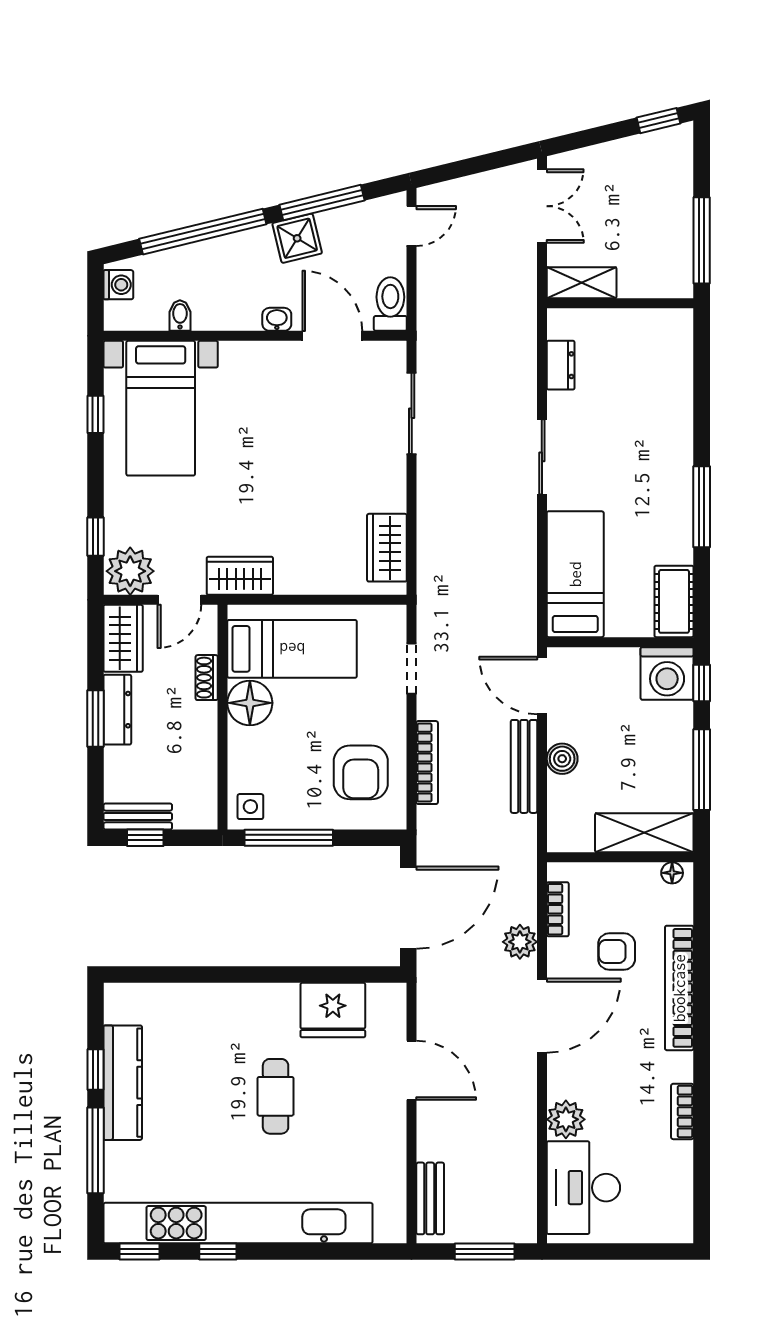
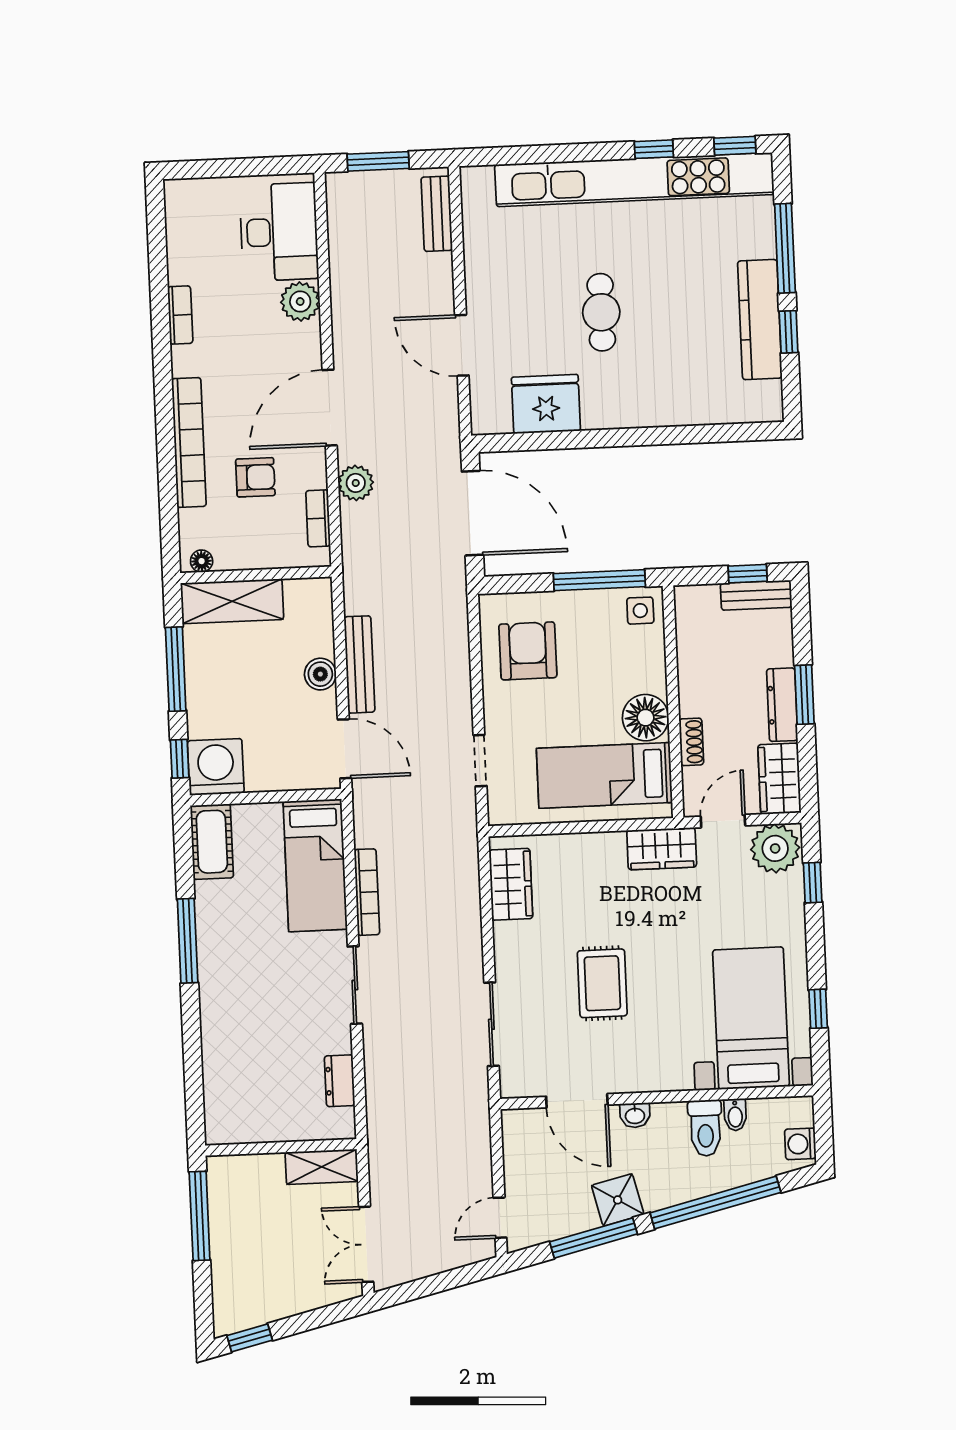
toilet: (390, 304) -> (705, 1128), moved
rug: (303, 448) -> (602, 983), added
bookcase: (427, 763) -> (367, 892), moved, turned 180
door: (408, 908) -> (473, 513), swing flipped

